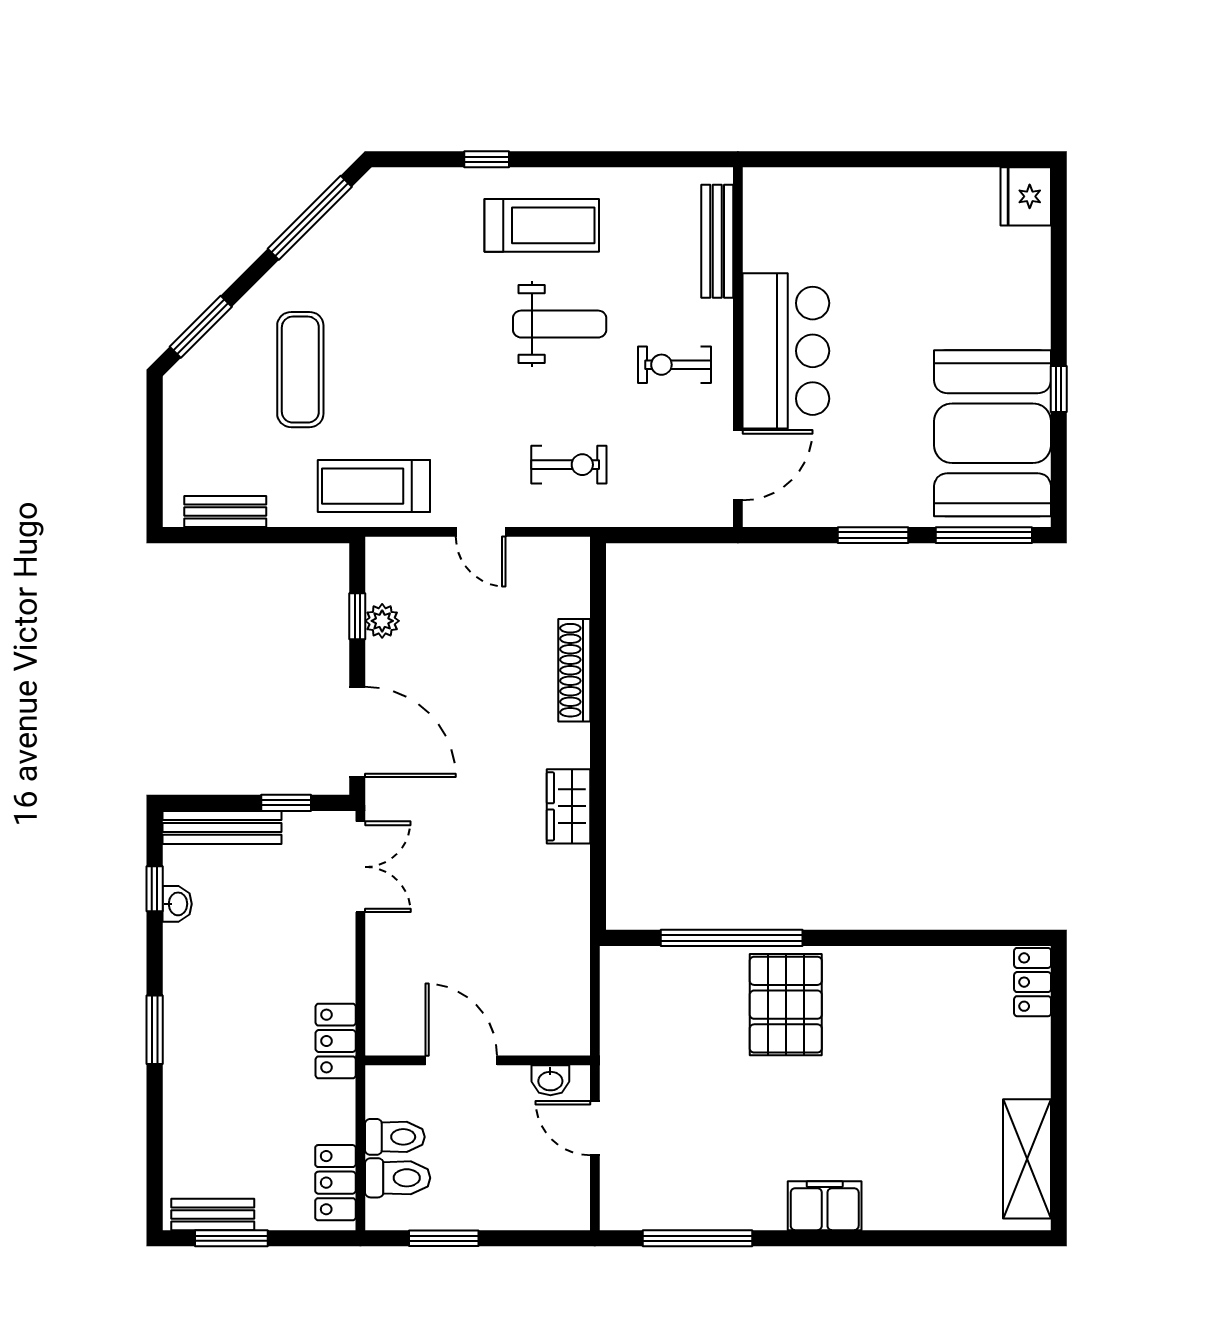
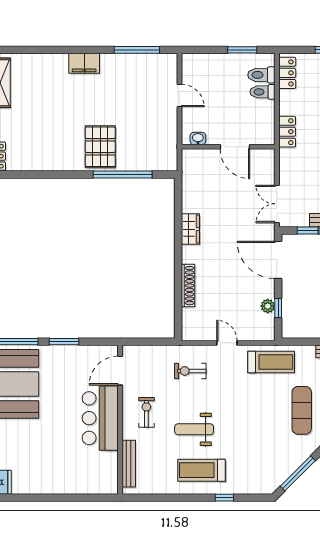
exercise bike: (675, 365) -> (146, 412), turned -90
door: (461, 1060) -> (235, 147), moved
wall: (478, 1060) -> (228, 147), moved
washbasin: (550, 1080) -> (198, 138), moved

